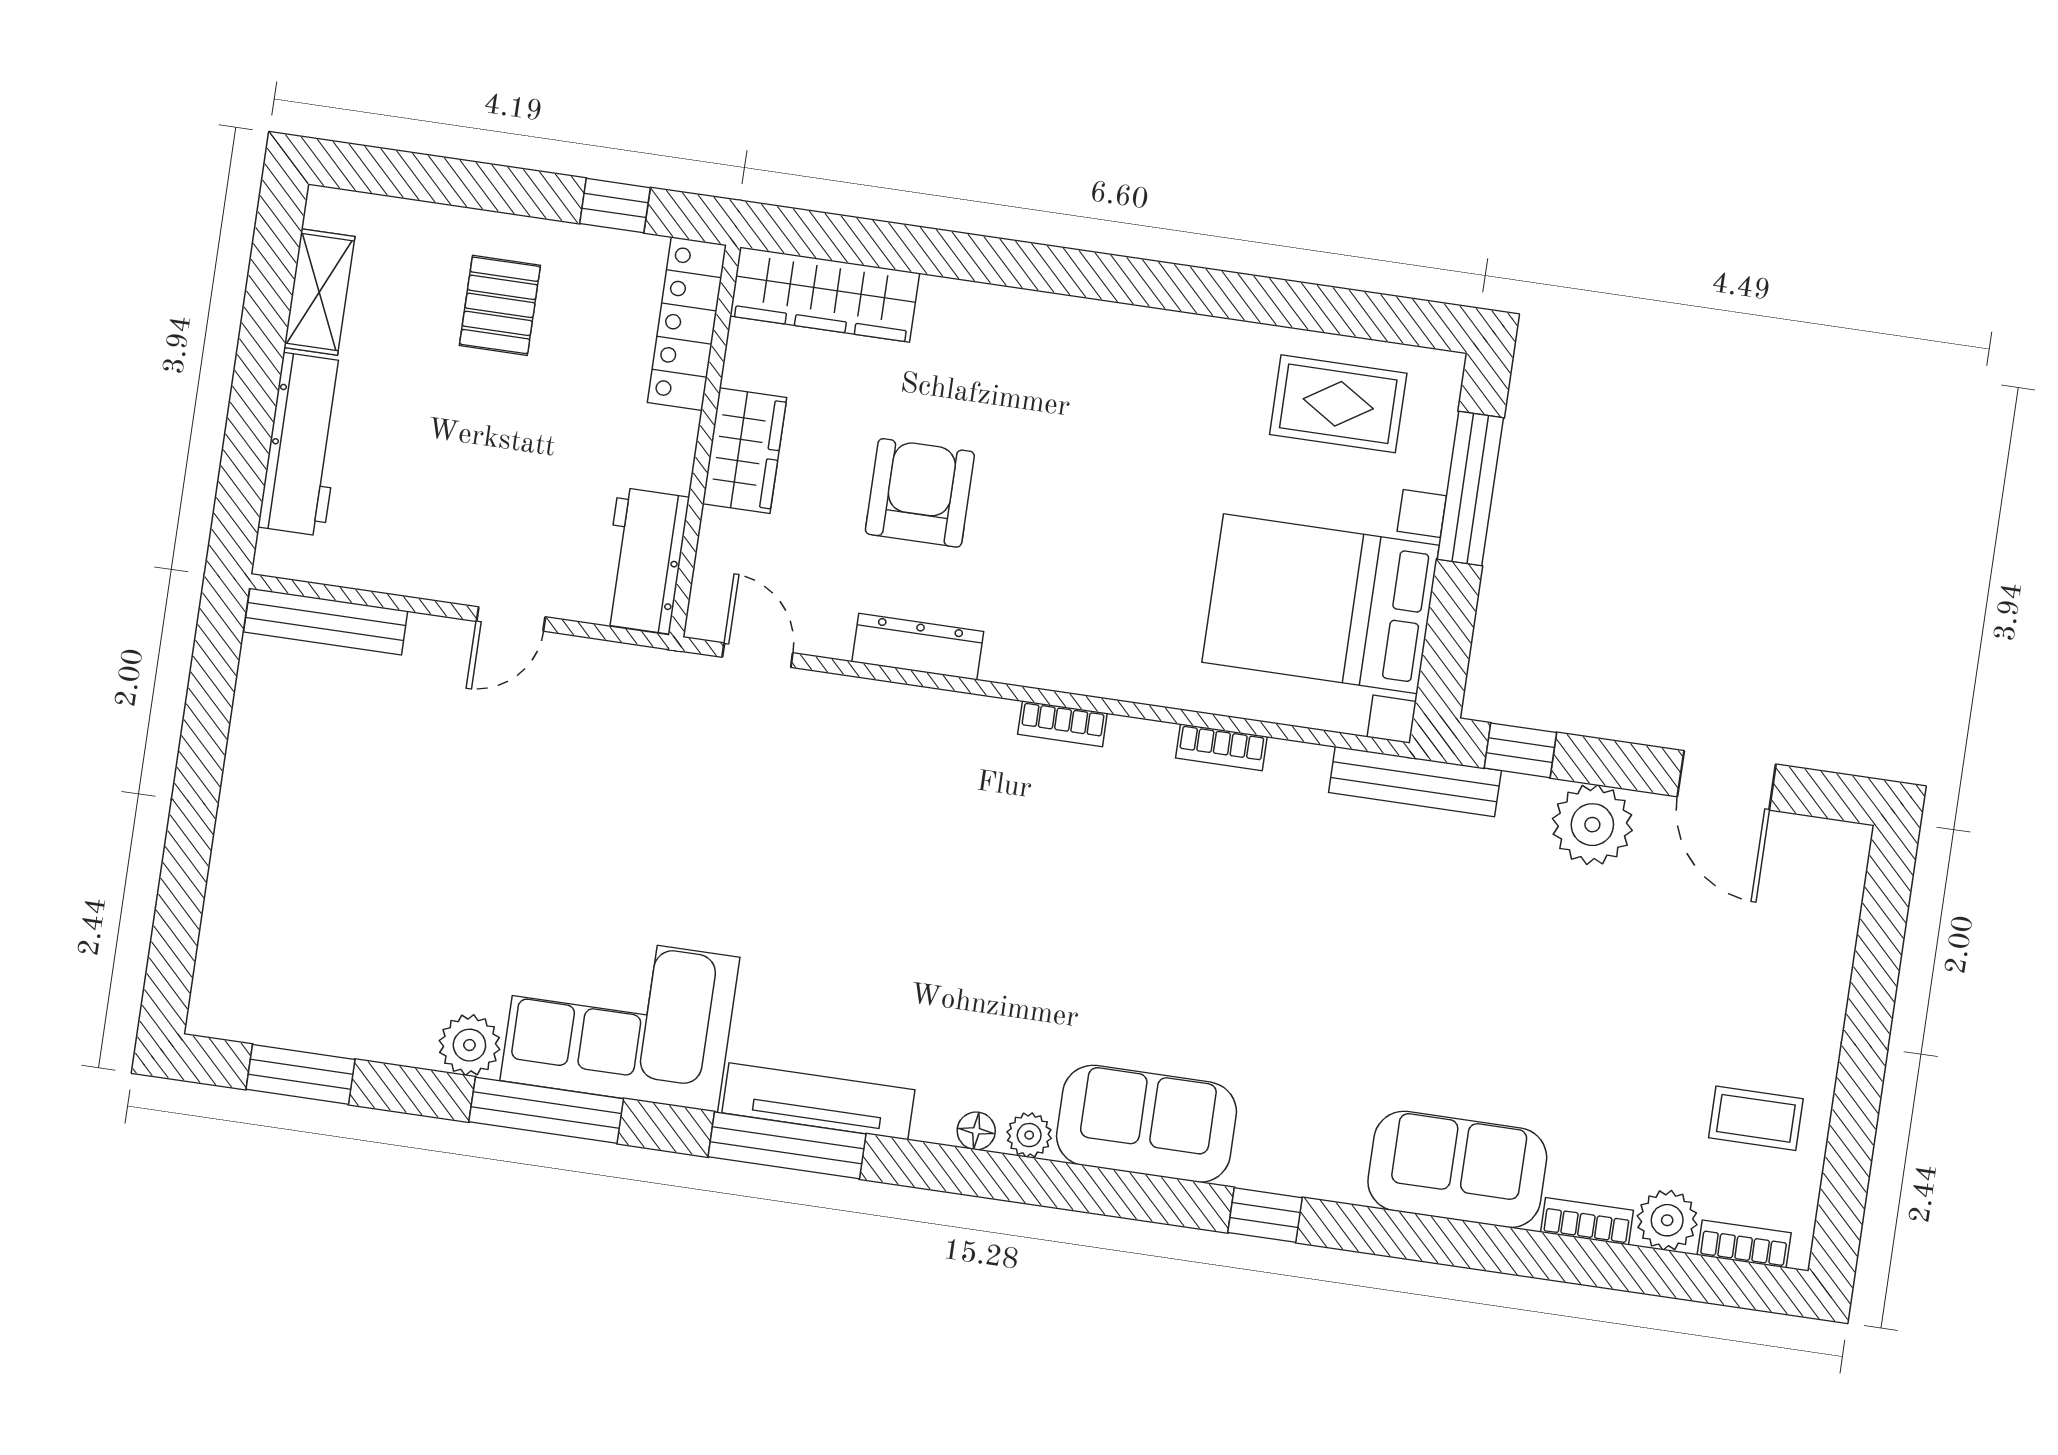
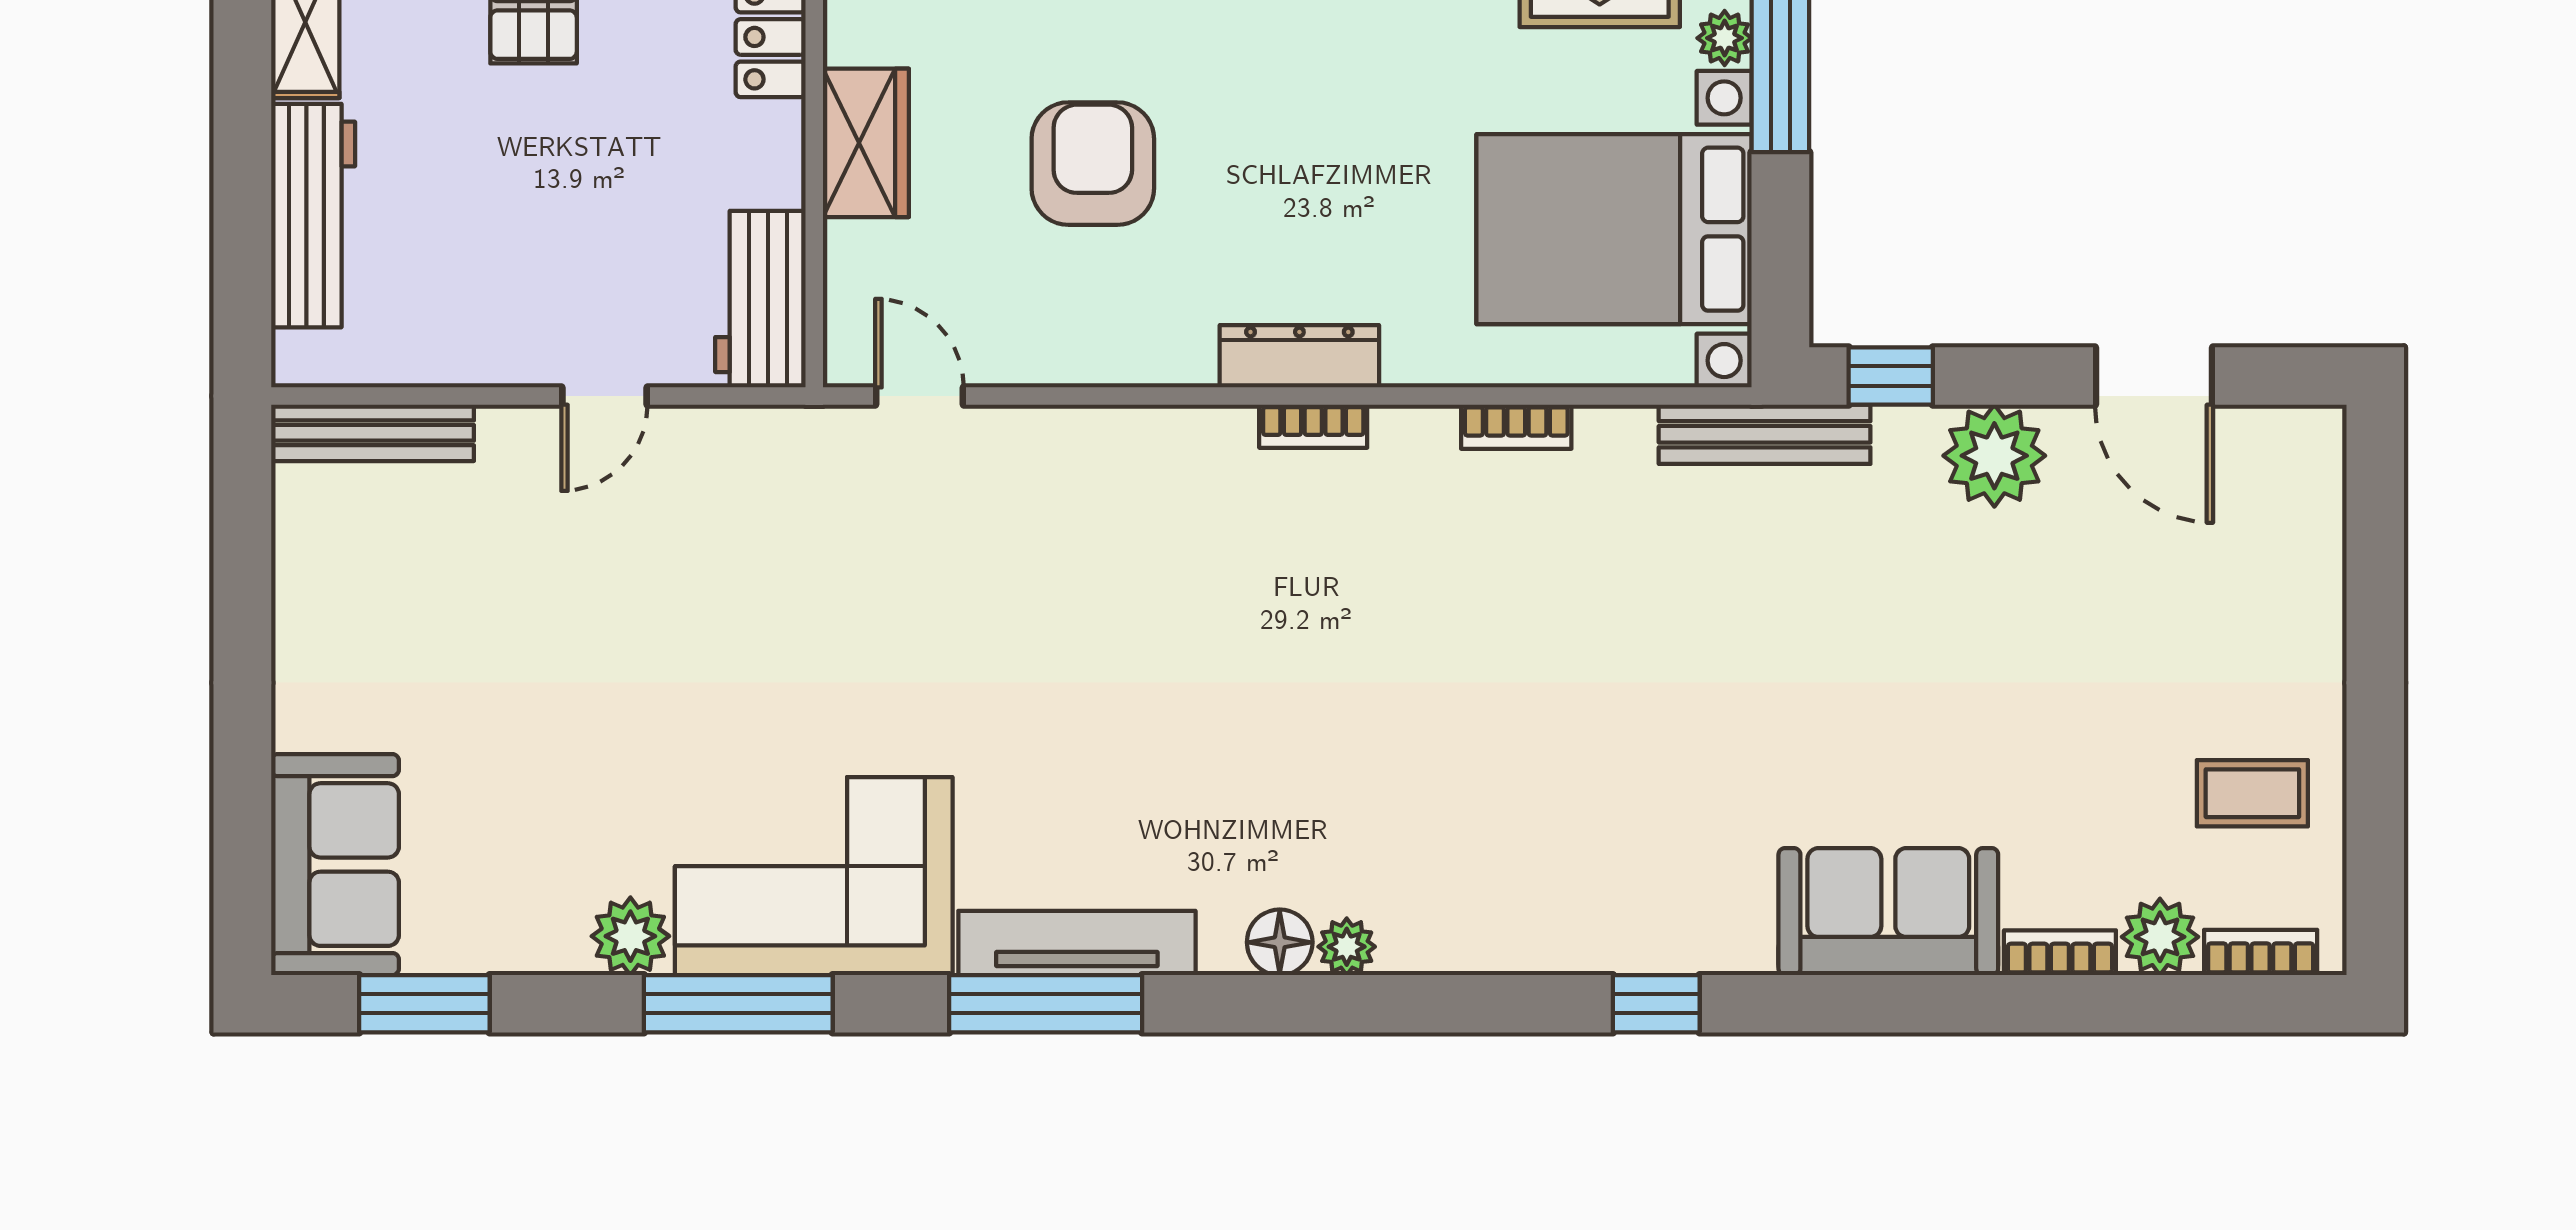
plant: (1429, 467) -> (1725, 38), added
dresser: (918, 647) -> (1299, 356), moved
sofa: (1147, 1124) -> (335, 865), moved, turned 90
floor lamp: (976, 1131) -> (1280, 942), width x1.37, depth x1.37

